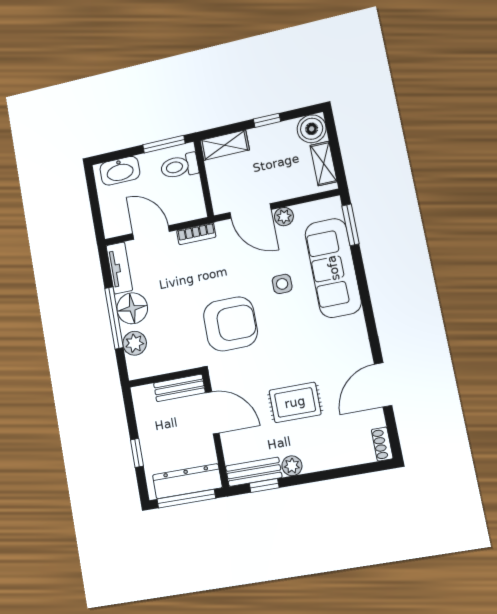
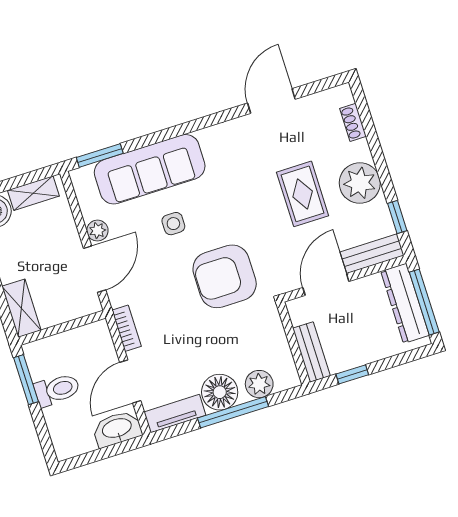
toilet: (179, 166) -> (57, 390), moved, turned -90
washbasin: (120, 171) -> (117, 429), moved, turned -90
armchair: (230, 324) -> (225, 276), turned -90
door: (383, 385) -> (271, 101), swing flipped
bench: (179, 388) -> (311, 352), moved
shoe rack: (382, 444) -> (353, 122), moved, turned 90
window: (137, 453) -> (352, 374), moved
plant: (292, 466) -> (360, 183), width x1.88, depth x1.88
bench: (254, 472) -> (372, 254), moved, turned 90

